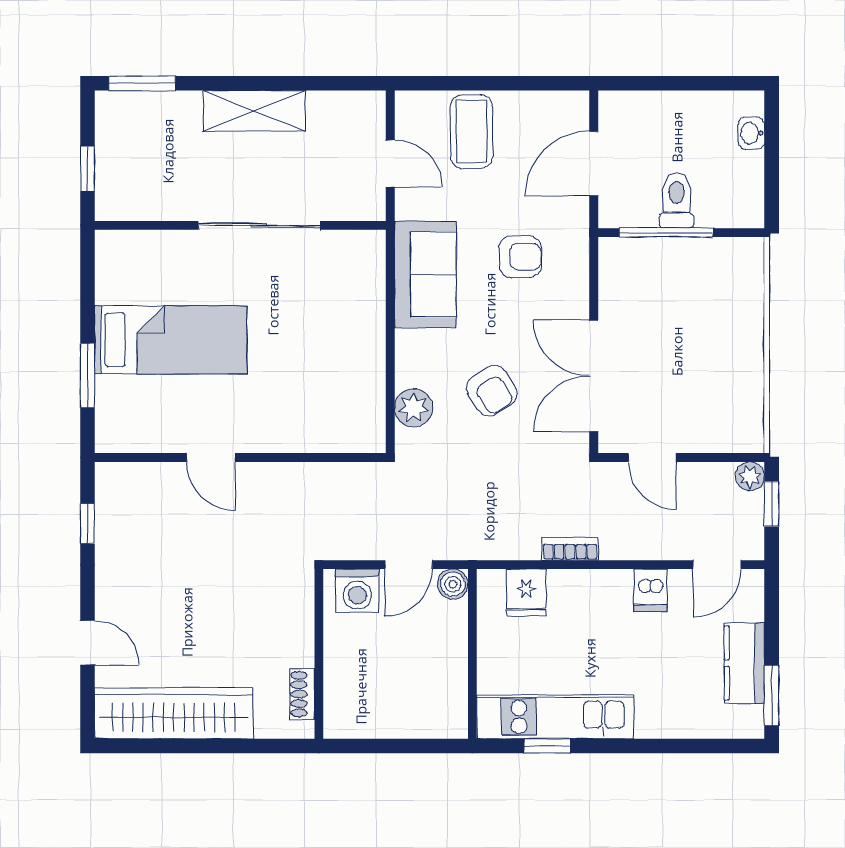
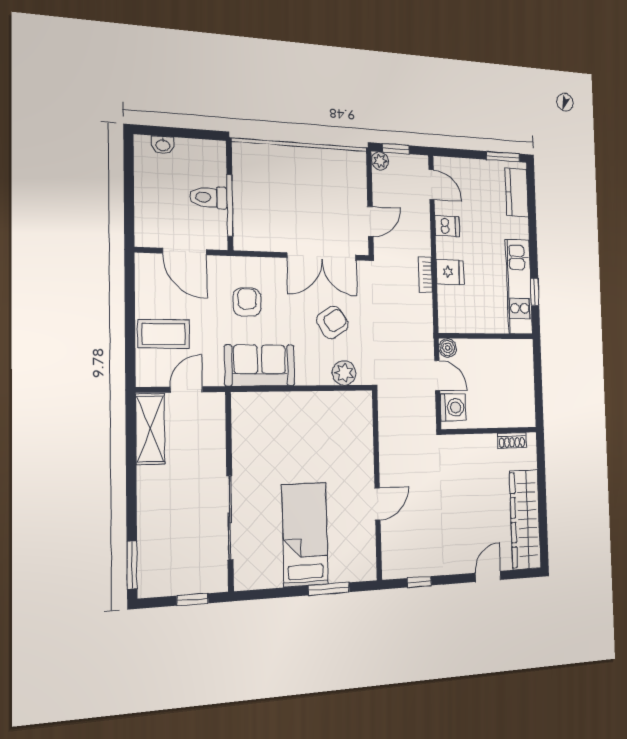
shelving: (254, 111) -> (150, 429), moved
sliding door: (259, 225) -> (230, 518), moved
fridge: (526, 593) -> (450, 272), moved
kitchen counter: (744, 663) -> (517, 192), moved, turned 90

